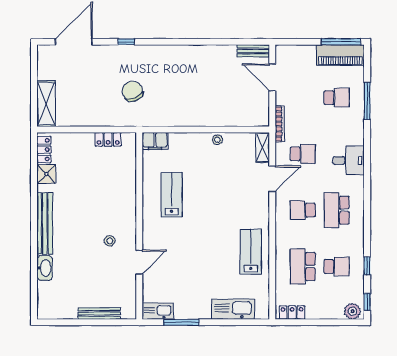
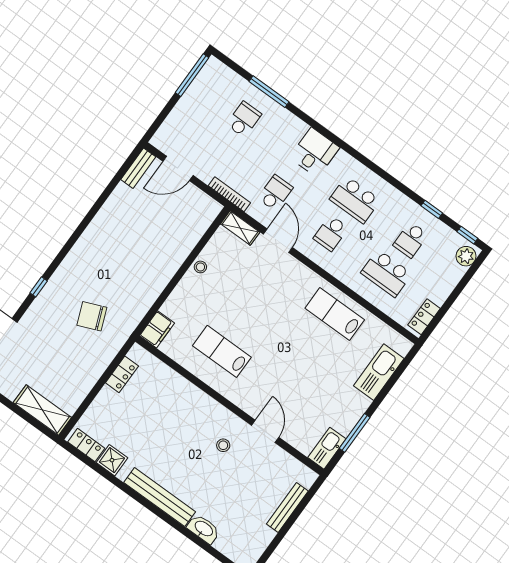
piano: (340, 55) -> (205, 85), removed
school desk: (337, 266) -> (411, 240), turned 180

